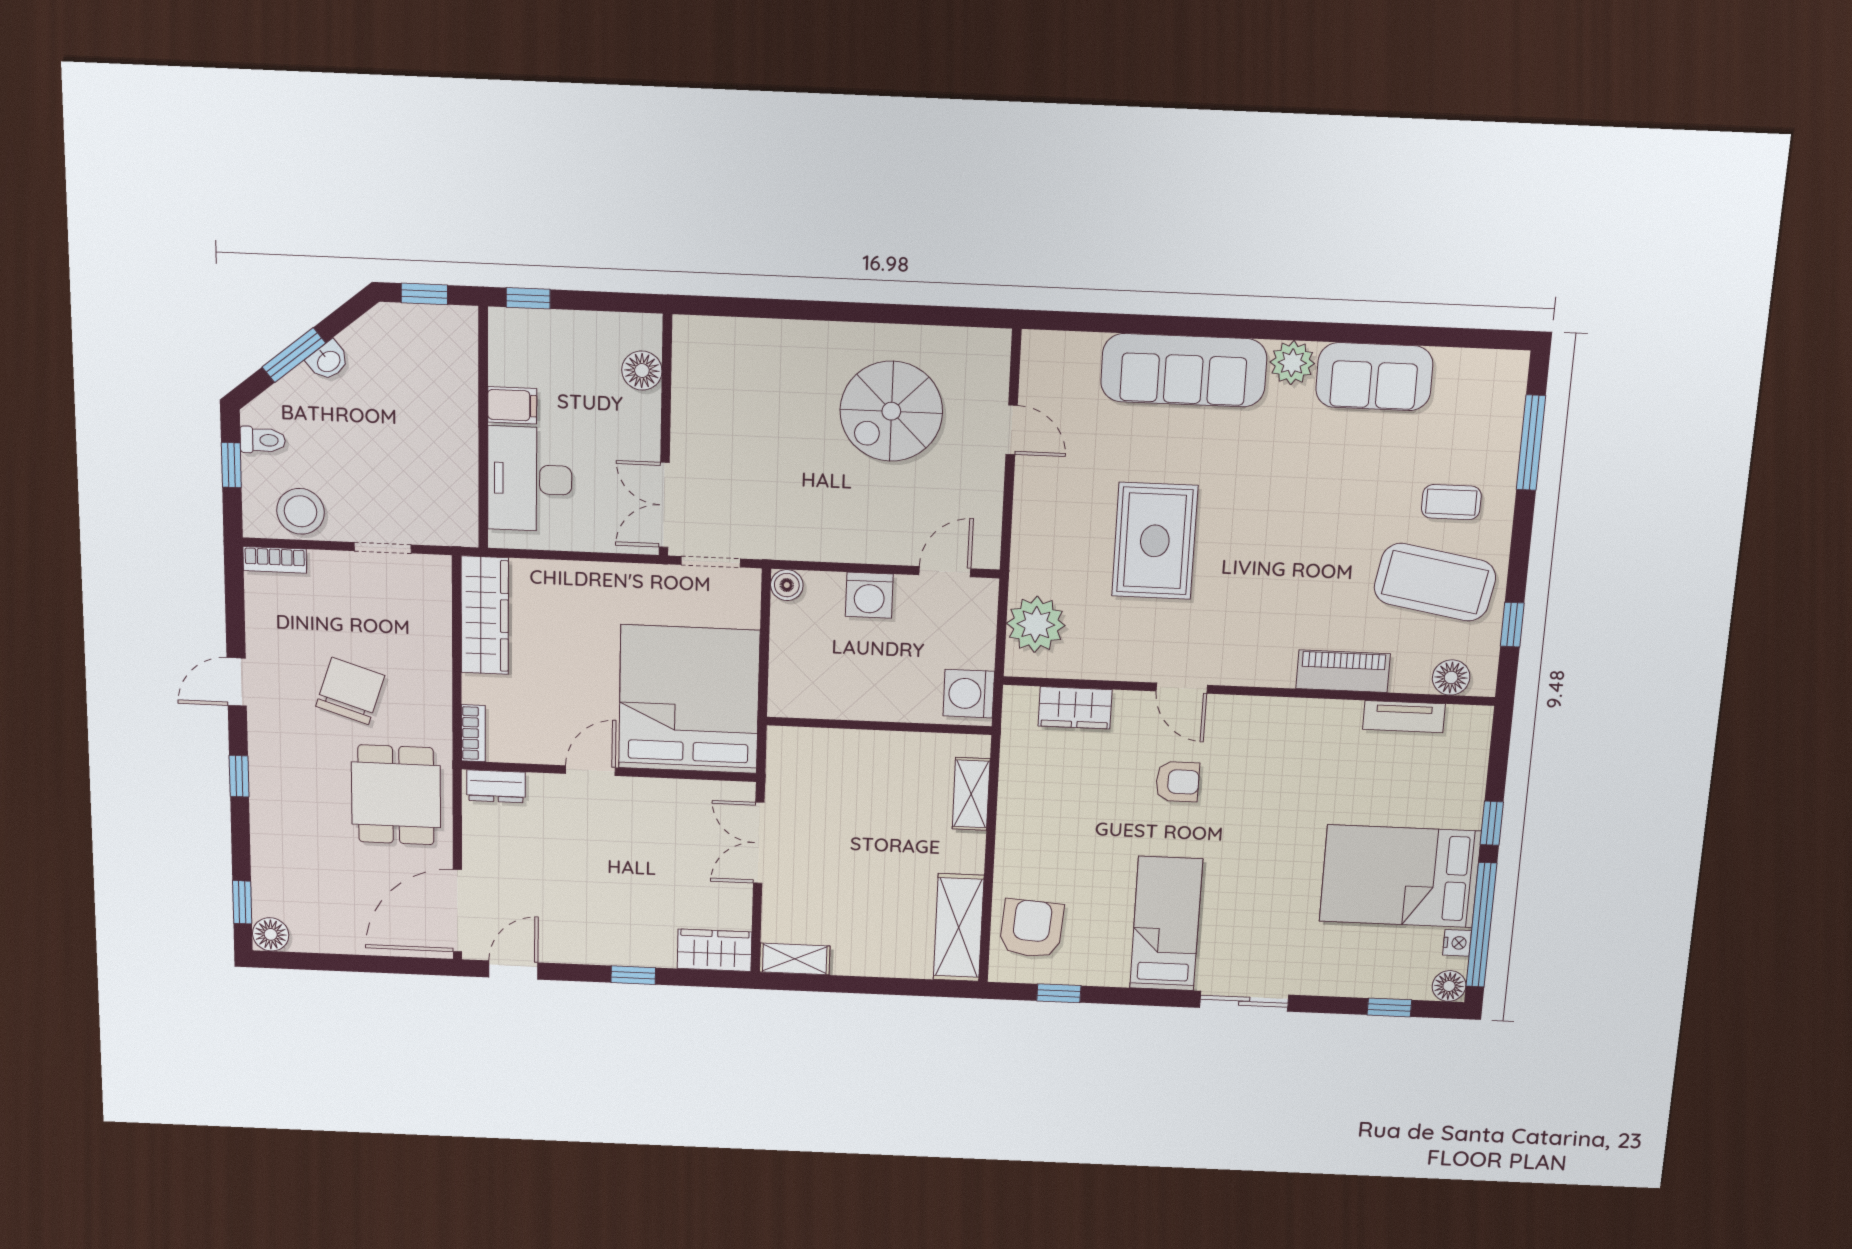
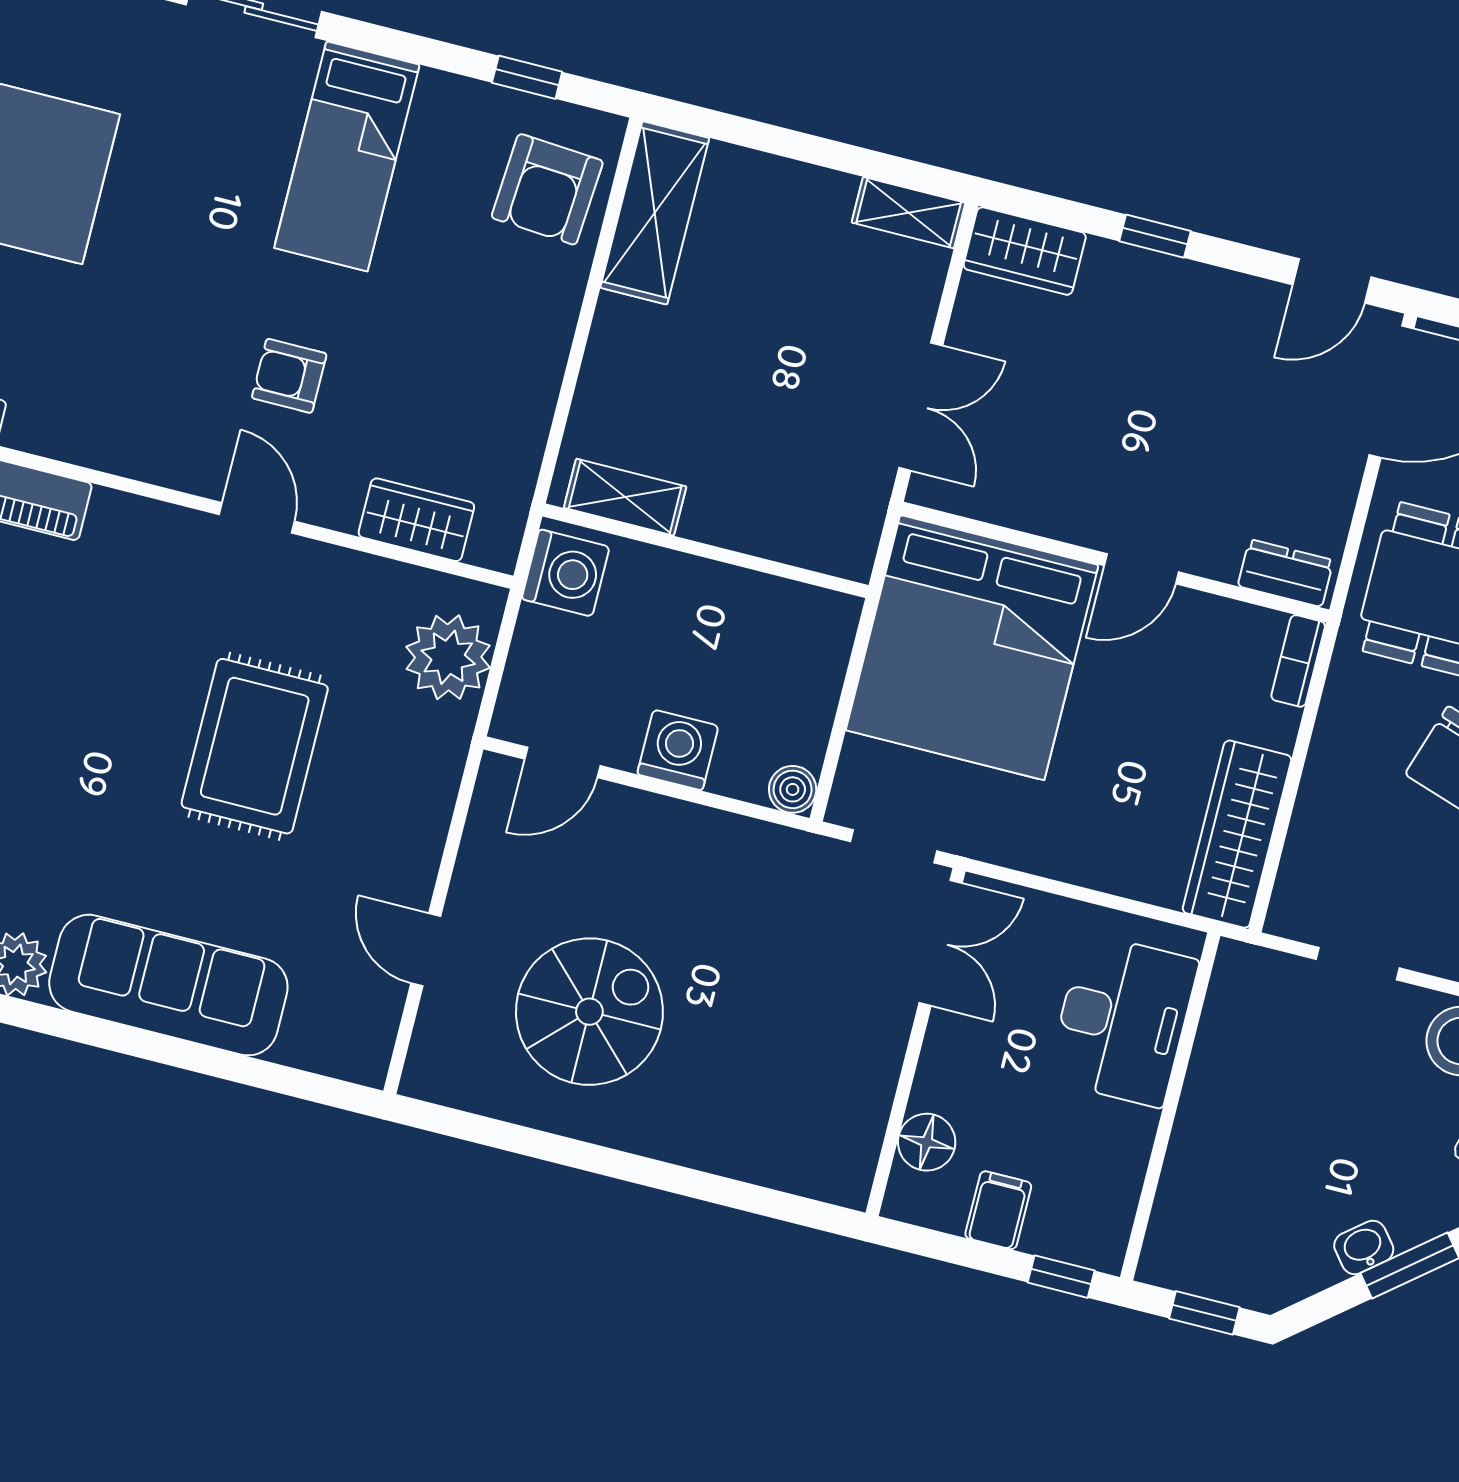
filing cabinet: (512, 405) -> (998, 1210), moved, turned 90
shelving: (971, 794) -> (625, 497), moved, turned 90

